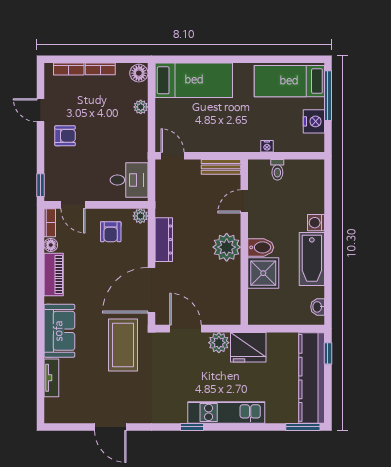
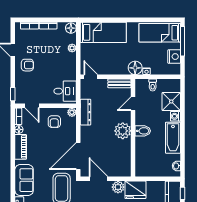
floor lamp: (248, 141) -> (135, 68), added
dresser: (164, 240) -> (86, 112), moved
shower: (263, 273) -> (171, 101), moved

